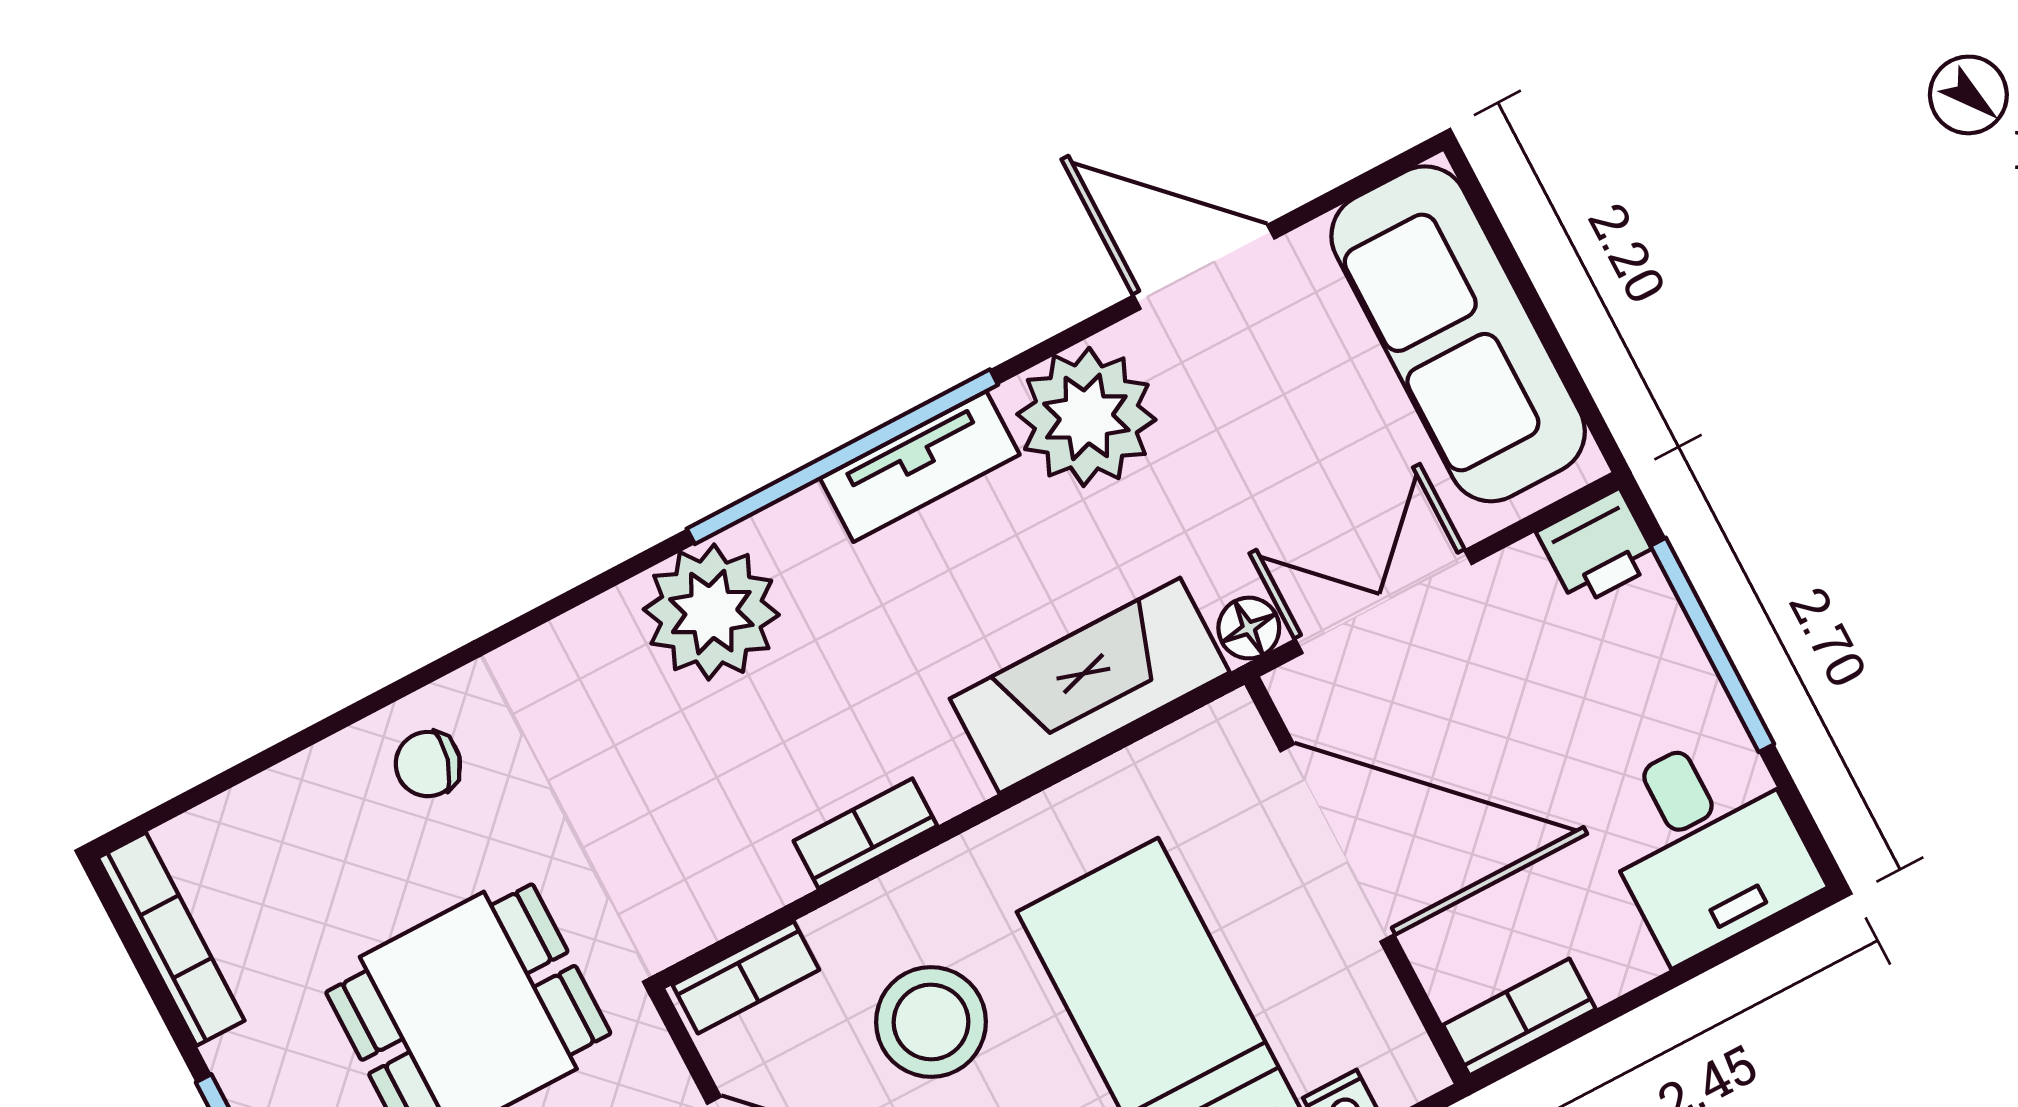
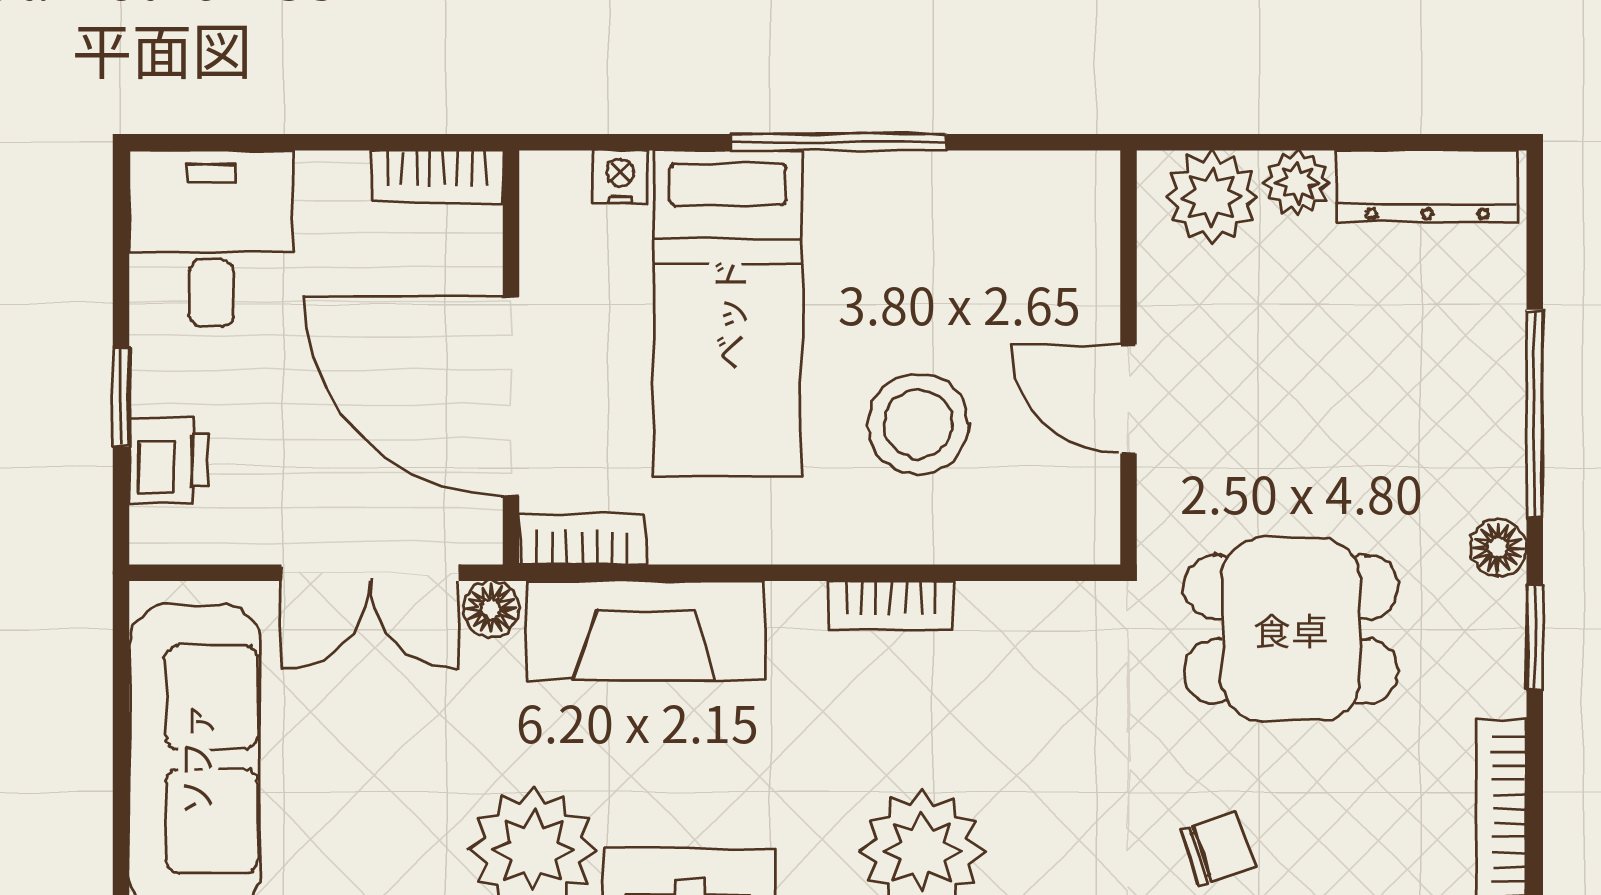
printer: (1598, 548) -> (169, 460), moved, turned 90
window: (1712, 645) -> (121, 397), width x0.46
chair: (428, 764) -> (1218, 849), turned -34
bookcase: (746, 977) -> (582, 539), moved

